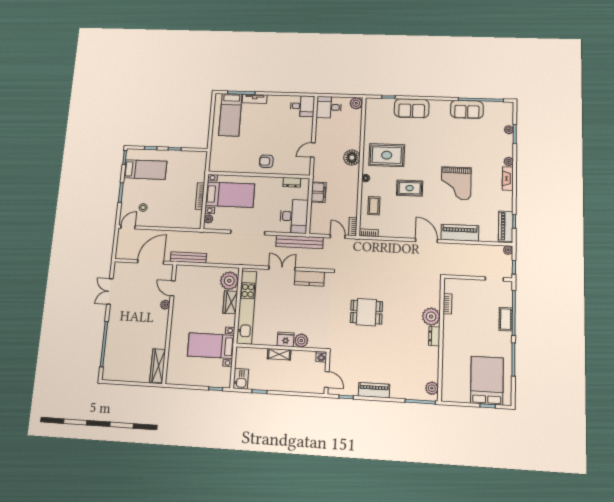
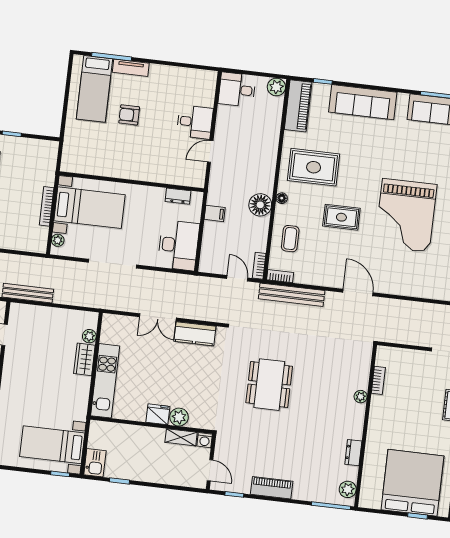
desk: (302, 106) -> (195, 122), moved
sofa: (412, 108) -> (363, 102), width x1.36
floor lamp: (352, 158) -> (260, 205), moved
armchair: (266, 161) -> (129, 115), moved
grand piano: (456, 183) -> (406, 215), width x1.37, depth x1.48
filing cabinet: (319, 192) -> (215, 213), width x0.50
piano: (460, 233) -> (298, 106), moved, turned 90
bench: (299, 242) -> (292, 295), moved
double door: (282, 268) -> (158, 317), swing flipped
plant: (229, 281) -> (89, 336), width x0.53, depth x0.53
kitchen unit: (247, 307) -> (105, 381), width x0.73
dining table: (366, 312) -> (269, 385), width x1.38
plant: (431, 317) -> (361, 397), width x0.53, depth x0.53
dresser: (434, 336) -> (353, 453), moved
bed with nightstands: (211, 346) -> (52, 445), moved
shelving: (279, 354) -> (181, 437), moved
bed: (487, 381) -> (413, 483), width x1.36

